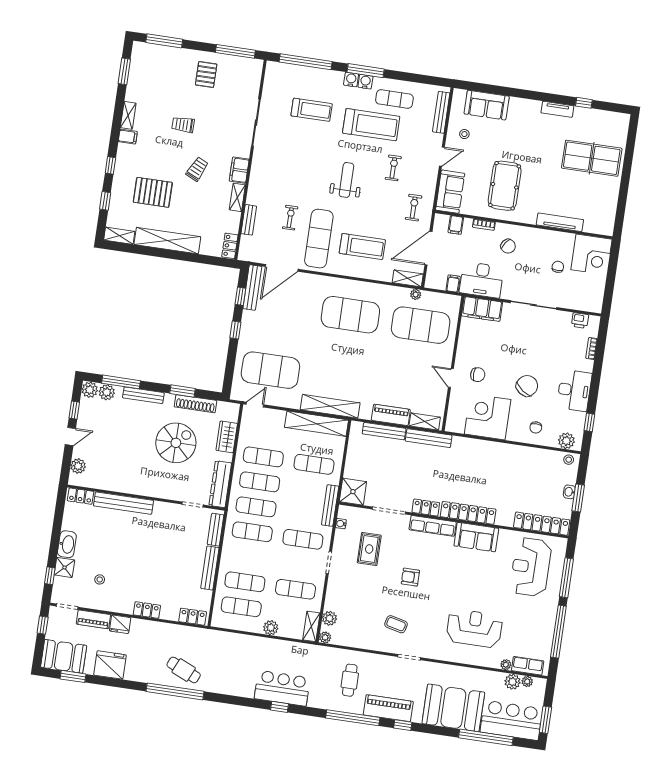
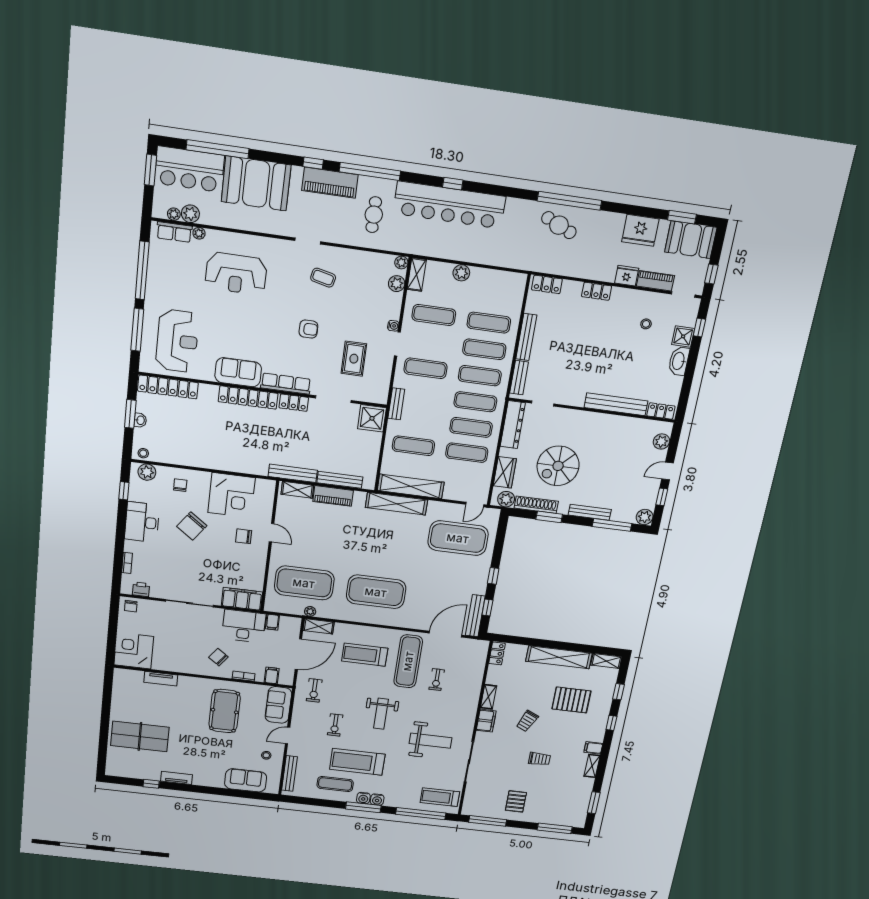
treadmill: (312, 110) -> (440, 797), moved
weight bench: (296, 148) -> (431, 741), added
bench: (249, 220) -> (478, 677), removed
tv unit: (560, 222) -> (161, 679), width x0.71
chair: (558, 267) -> (131, 606), moved
plant: (107, 392) -> (506, 499), moved
bench: (330, 506) -> (396, 404), width x0.73
water cooler: (341, 524) -> (393, 326), moved
exercise mat: (241, 607) -> (484, 349), moved
bar counter: (282, 688) -> (449, 205), width x1.86

